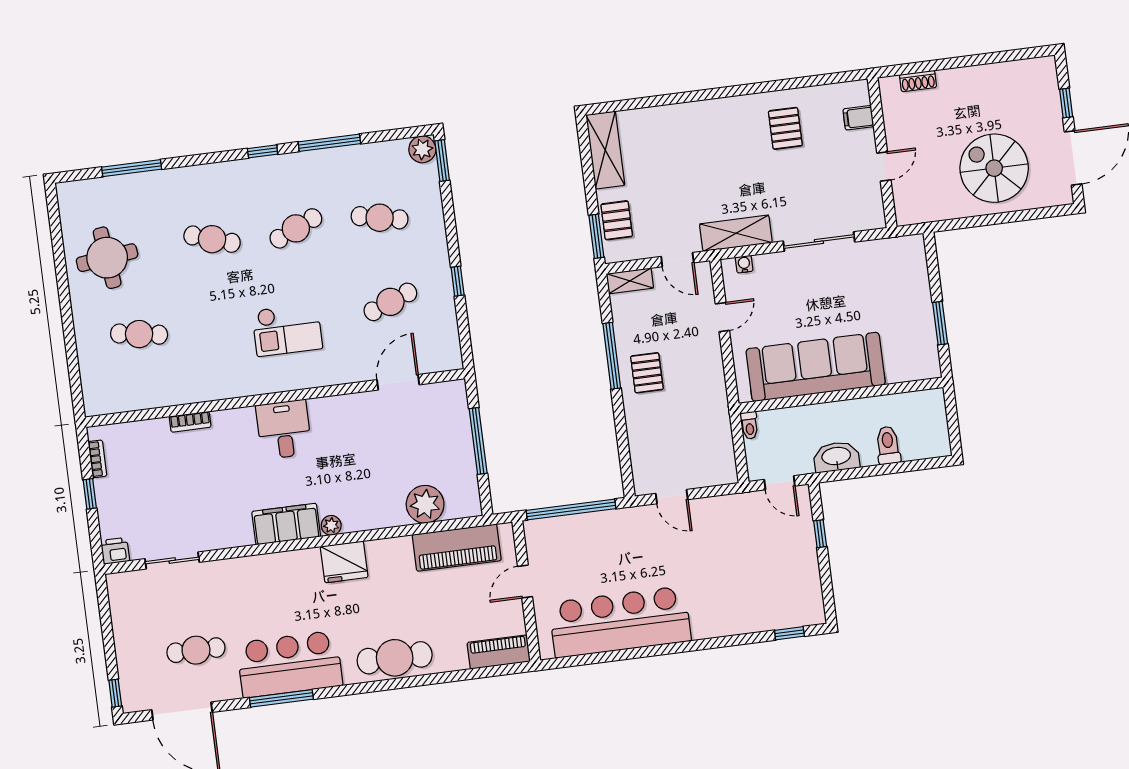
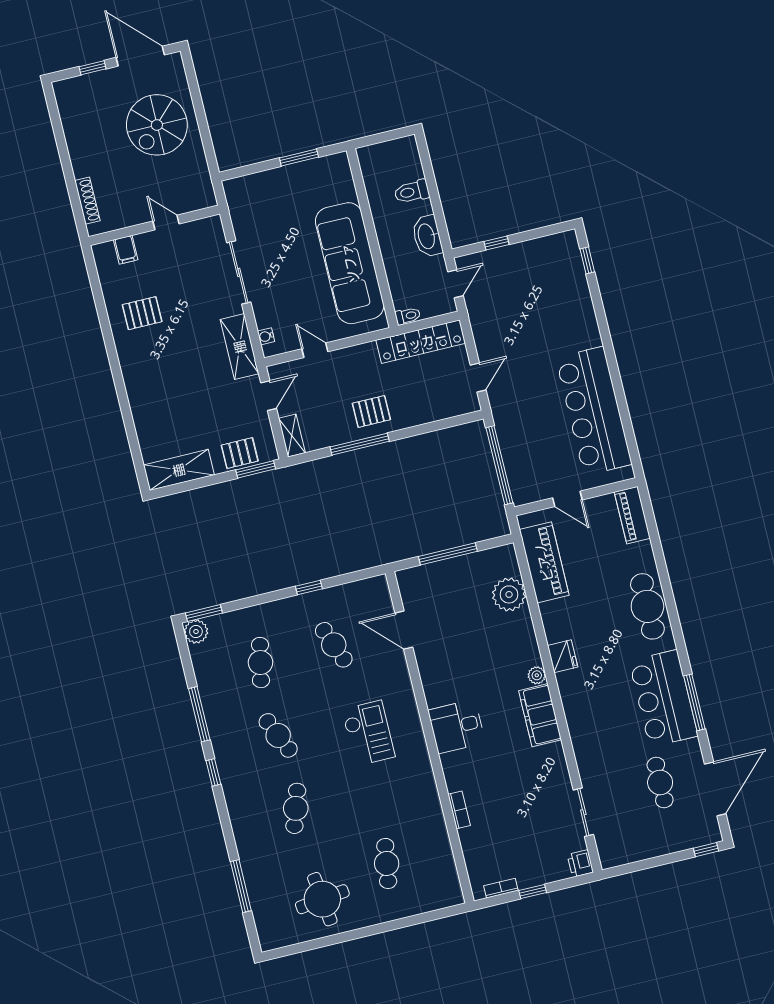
shoe rack: (918, 81) -> (87, 201), width x1.43
locker: (719, 437) -> (421, 342), added
fridge: (344, 562) -> (563, 656), width x0.73, depth x0.75

